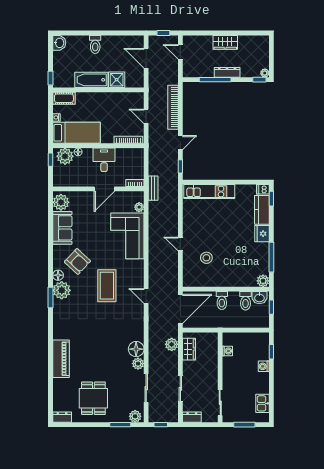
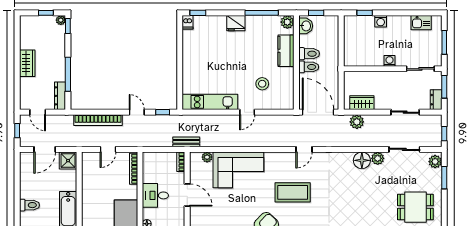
door: (180, 52) -> (38, 112), hinge flipped
window: (271, 59) -> (46, 13), added
dresser: (227, 72) -> (60, 96), moved
shower: (117, 80) -> (68, 161), moved
kitchen unit: (209, 192) -> (210, 102), moved, turned -90
kitchen counter: (262, 210) -> (286, 51), moved, turned 90
toilet: (245, 301) -> (309, 54), moved
washing machine: (227, 351) -> (390, 61), moved
window: (204, 425) -> (444, 87), added

